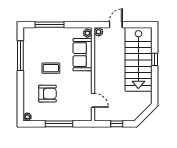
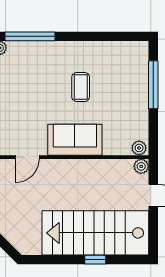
sofa: (82, 55) -> (75, 140), moved
window: (20, 56) -> (30, 36), moved
armchair: (47, 94) -> (38, 81), removed

